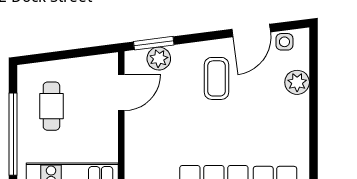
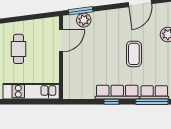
side table: (284, 42) -> (160, 10), removed
coffee table: (216, 78) -> (134, 54), moved

